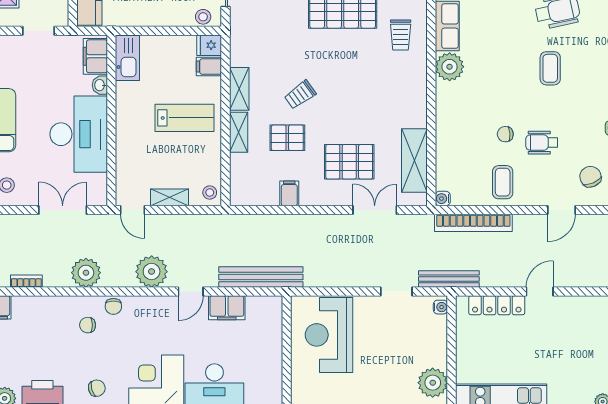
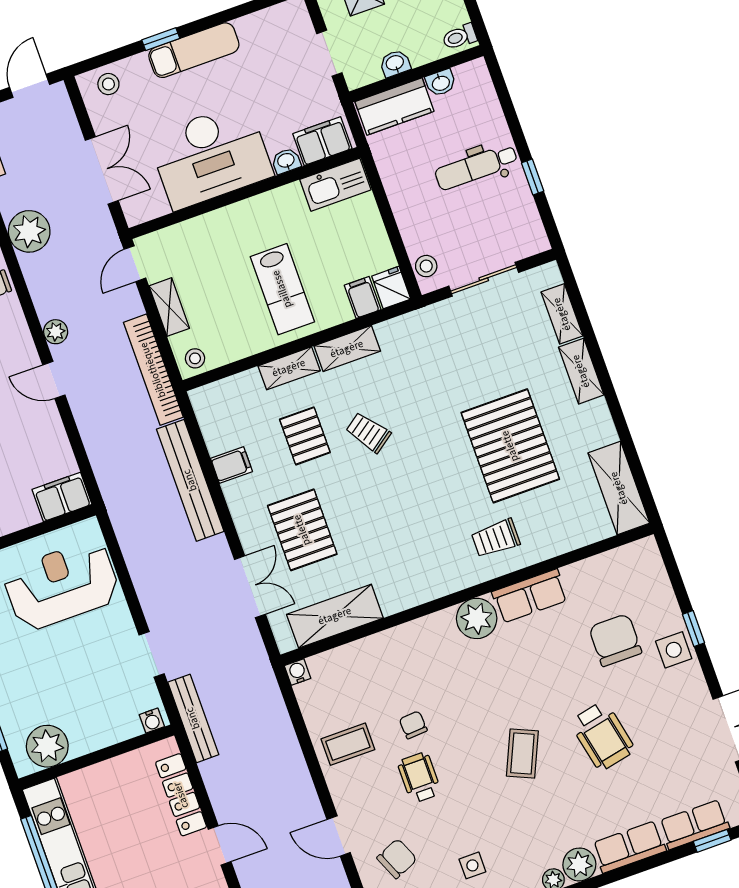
coffee table: (550, 68) -> (522, 754), turned -66
bookcase: (473, 223) -> (153, 370), moved
plant: (152, 272) -> (56, 332), width x0.53, depth x0.53
bench: (261, 277) -> (190, 480), moved
filing cabinet: (227, 308) -> (62, 497), moved, turned 90

